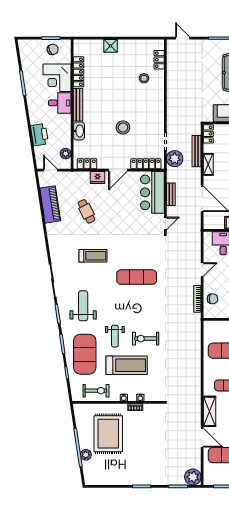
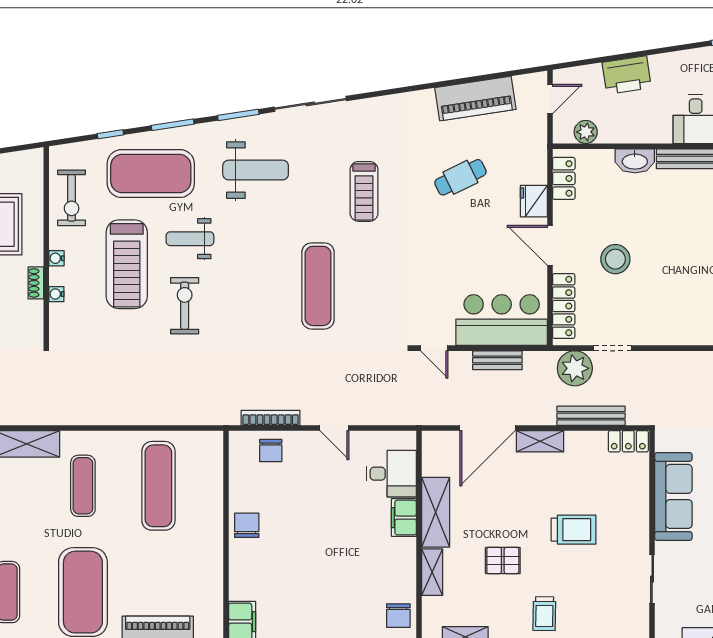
stool: (123, 127) -> (615, 259), moved
shelving: (208, 164) -> (540, 441), moved

